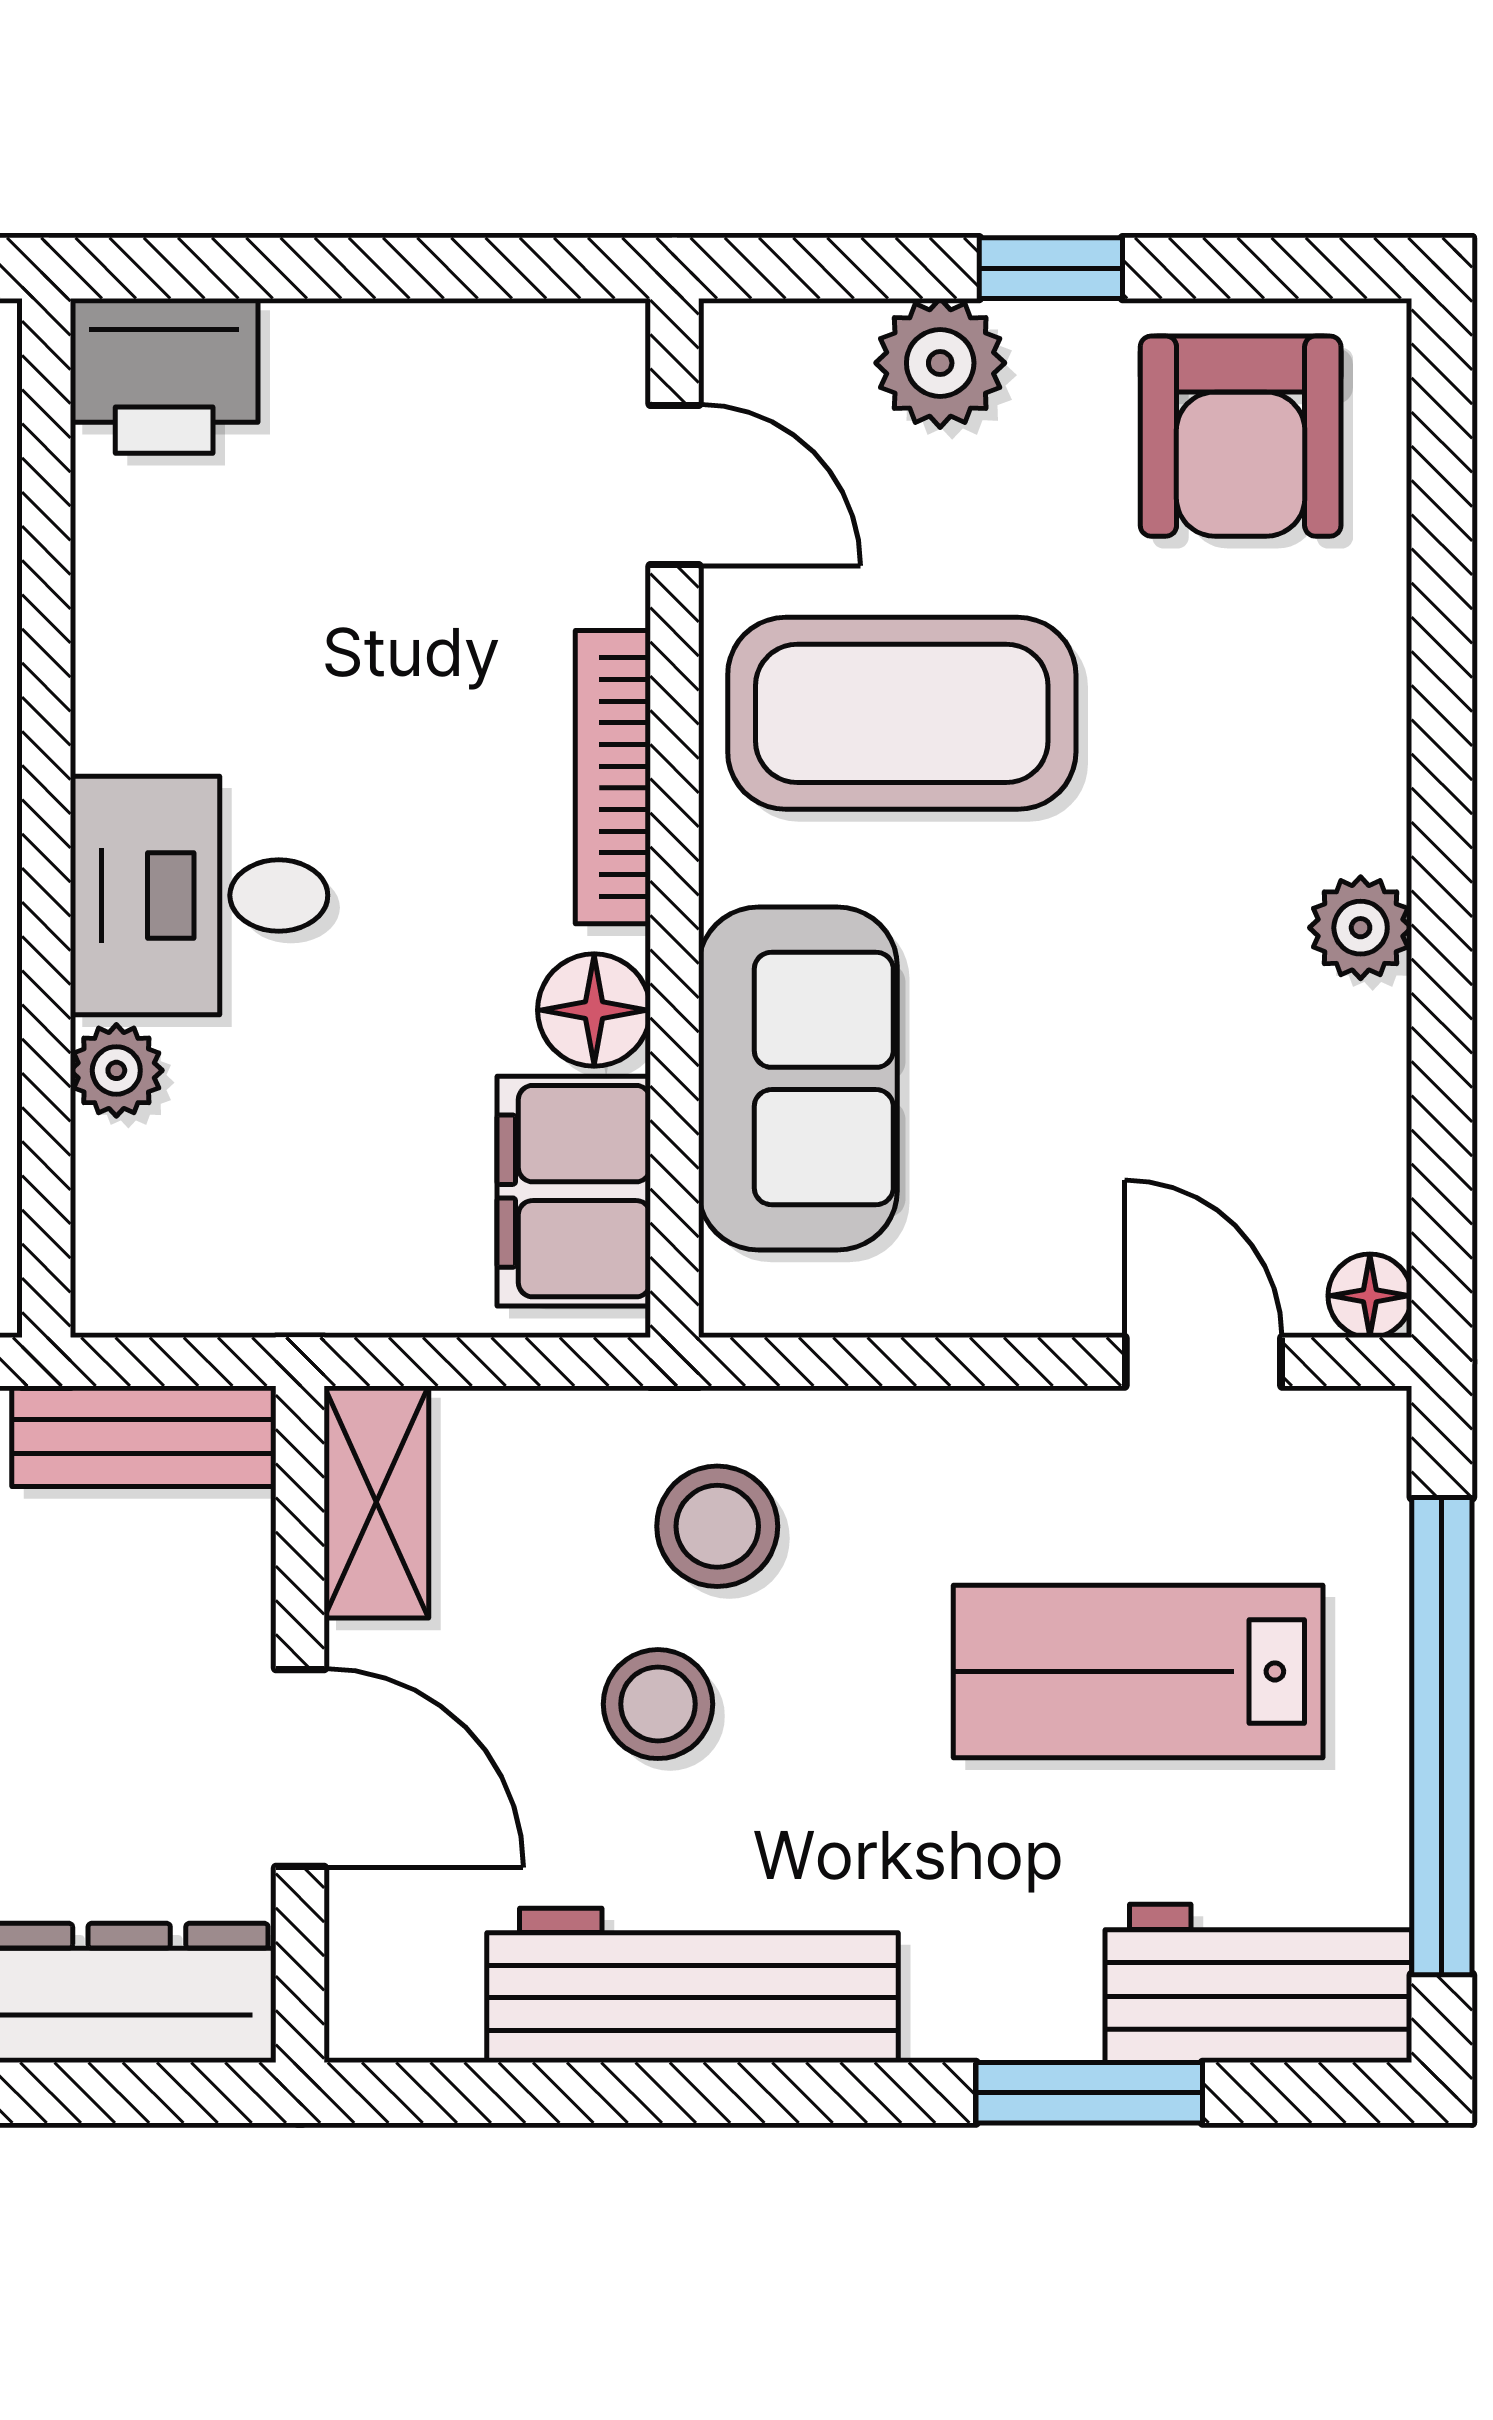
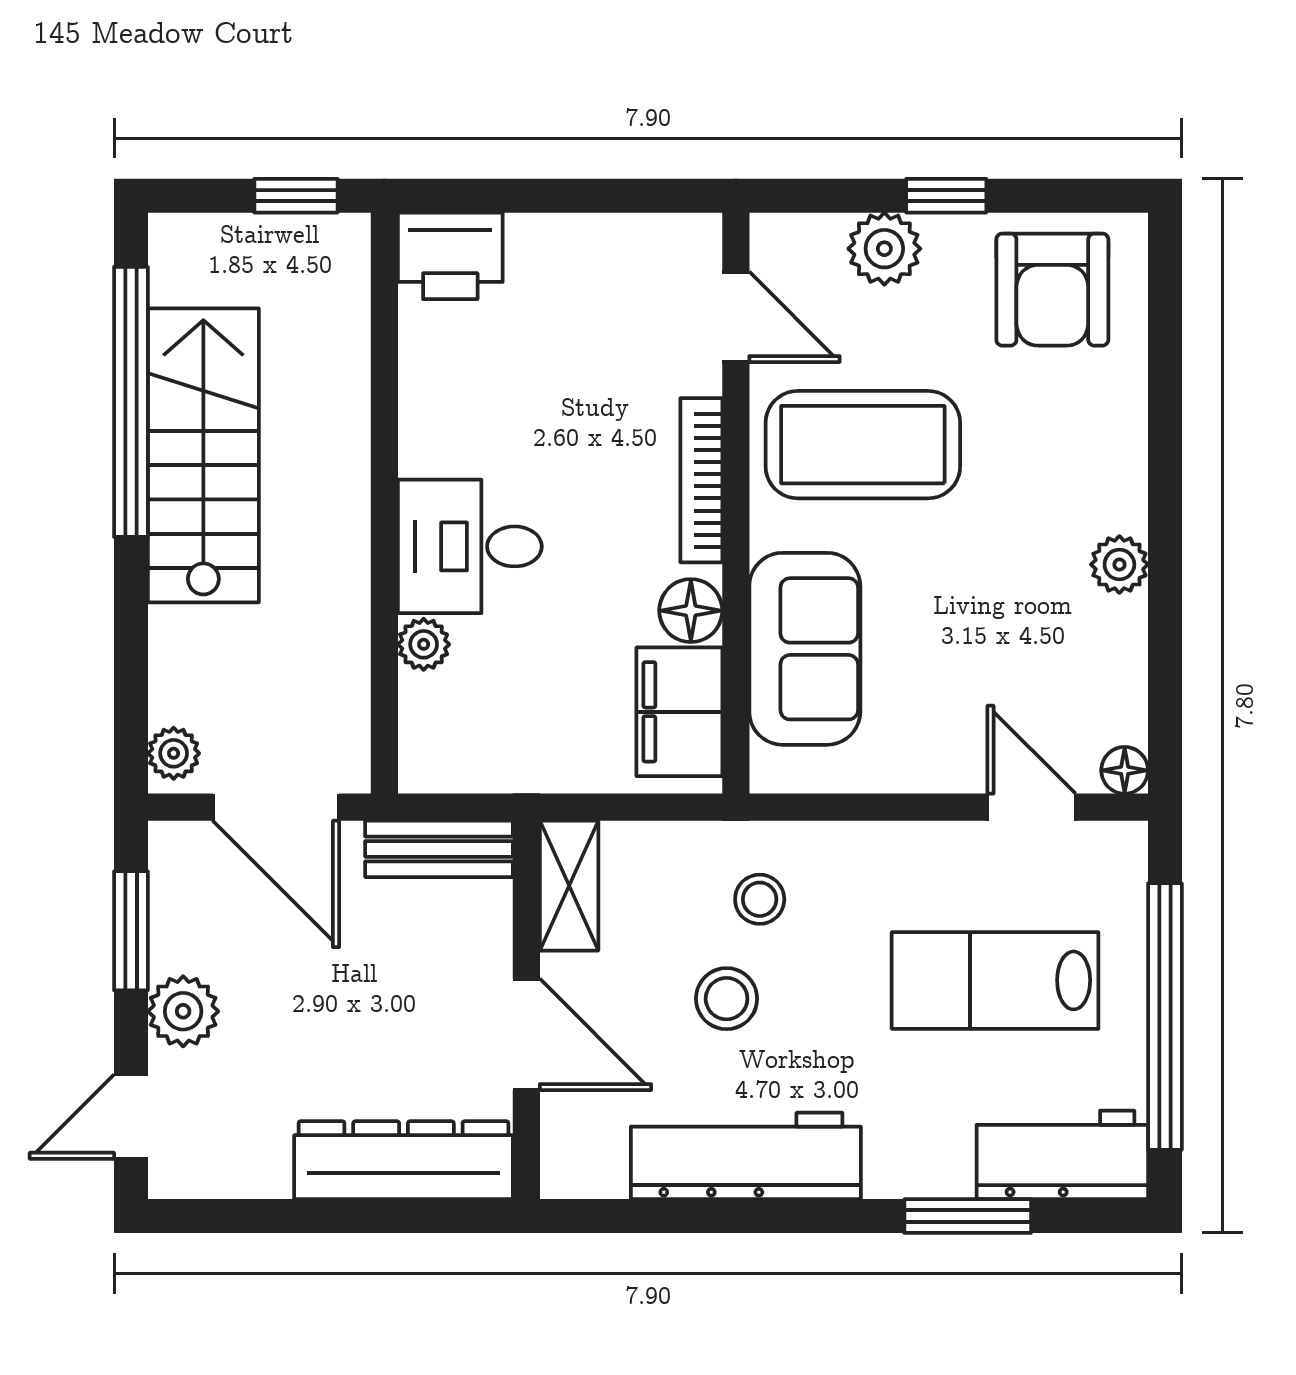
stool: (717, 1526) -> (760, 899), width x0.73, depth x0.73

